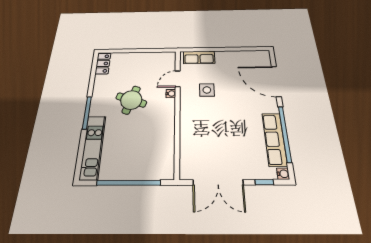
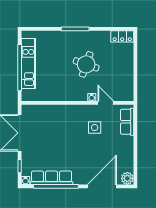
plant: (263, 56) -> (127, 178), added
kitchen unit: (93, 147) -> (28, 63), moved, turned -90

